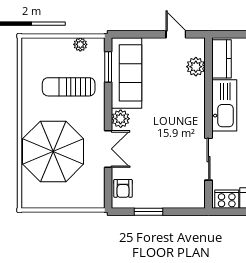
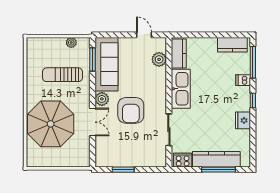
armchair: (123, 188) -> (131, 110), moved, width x1.88, depth x1.88

